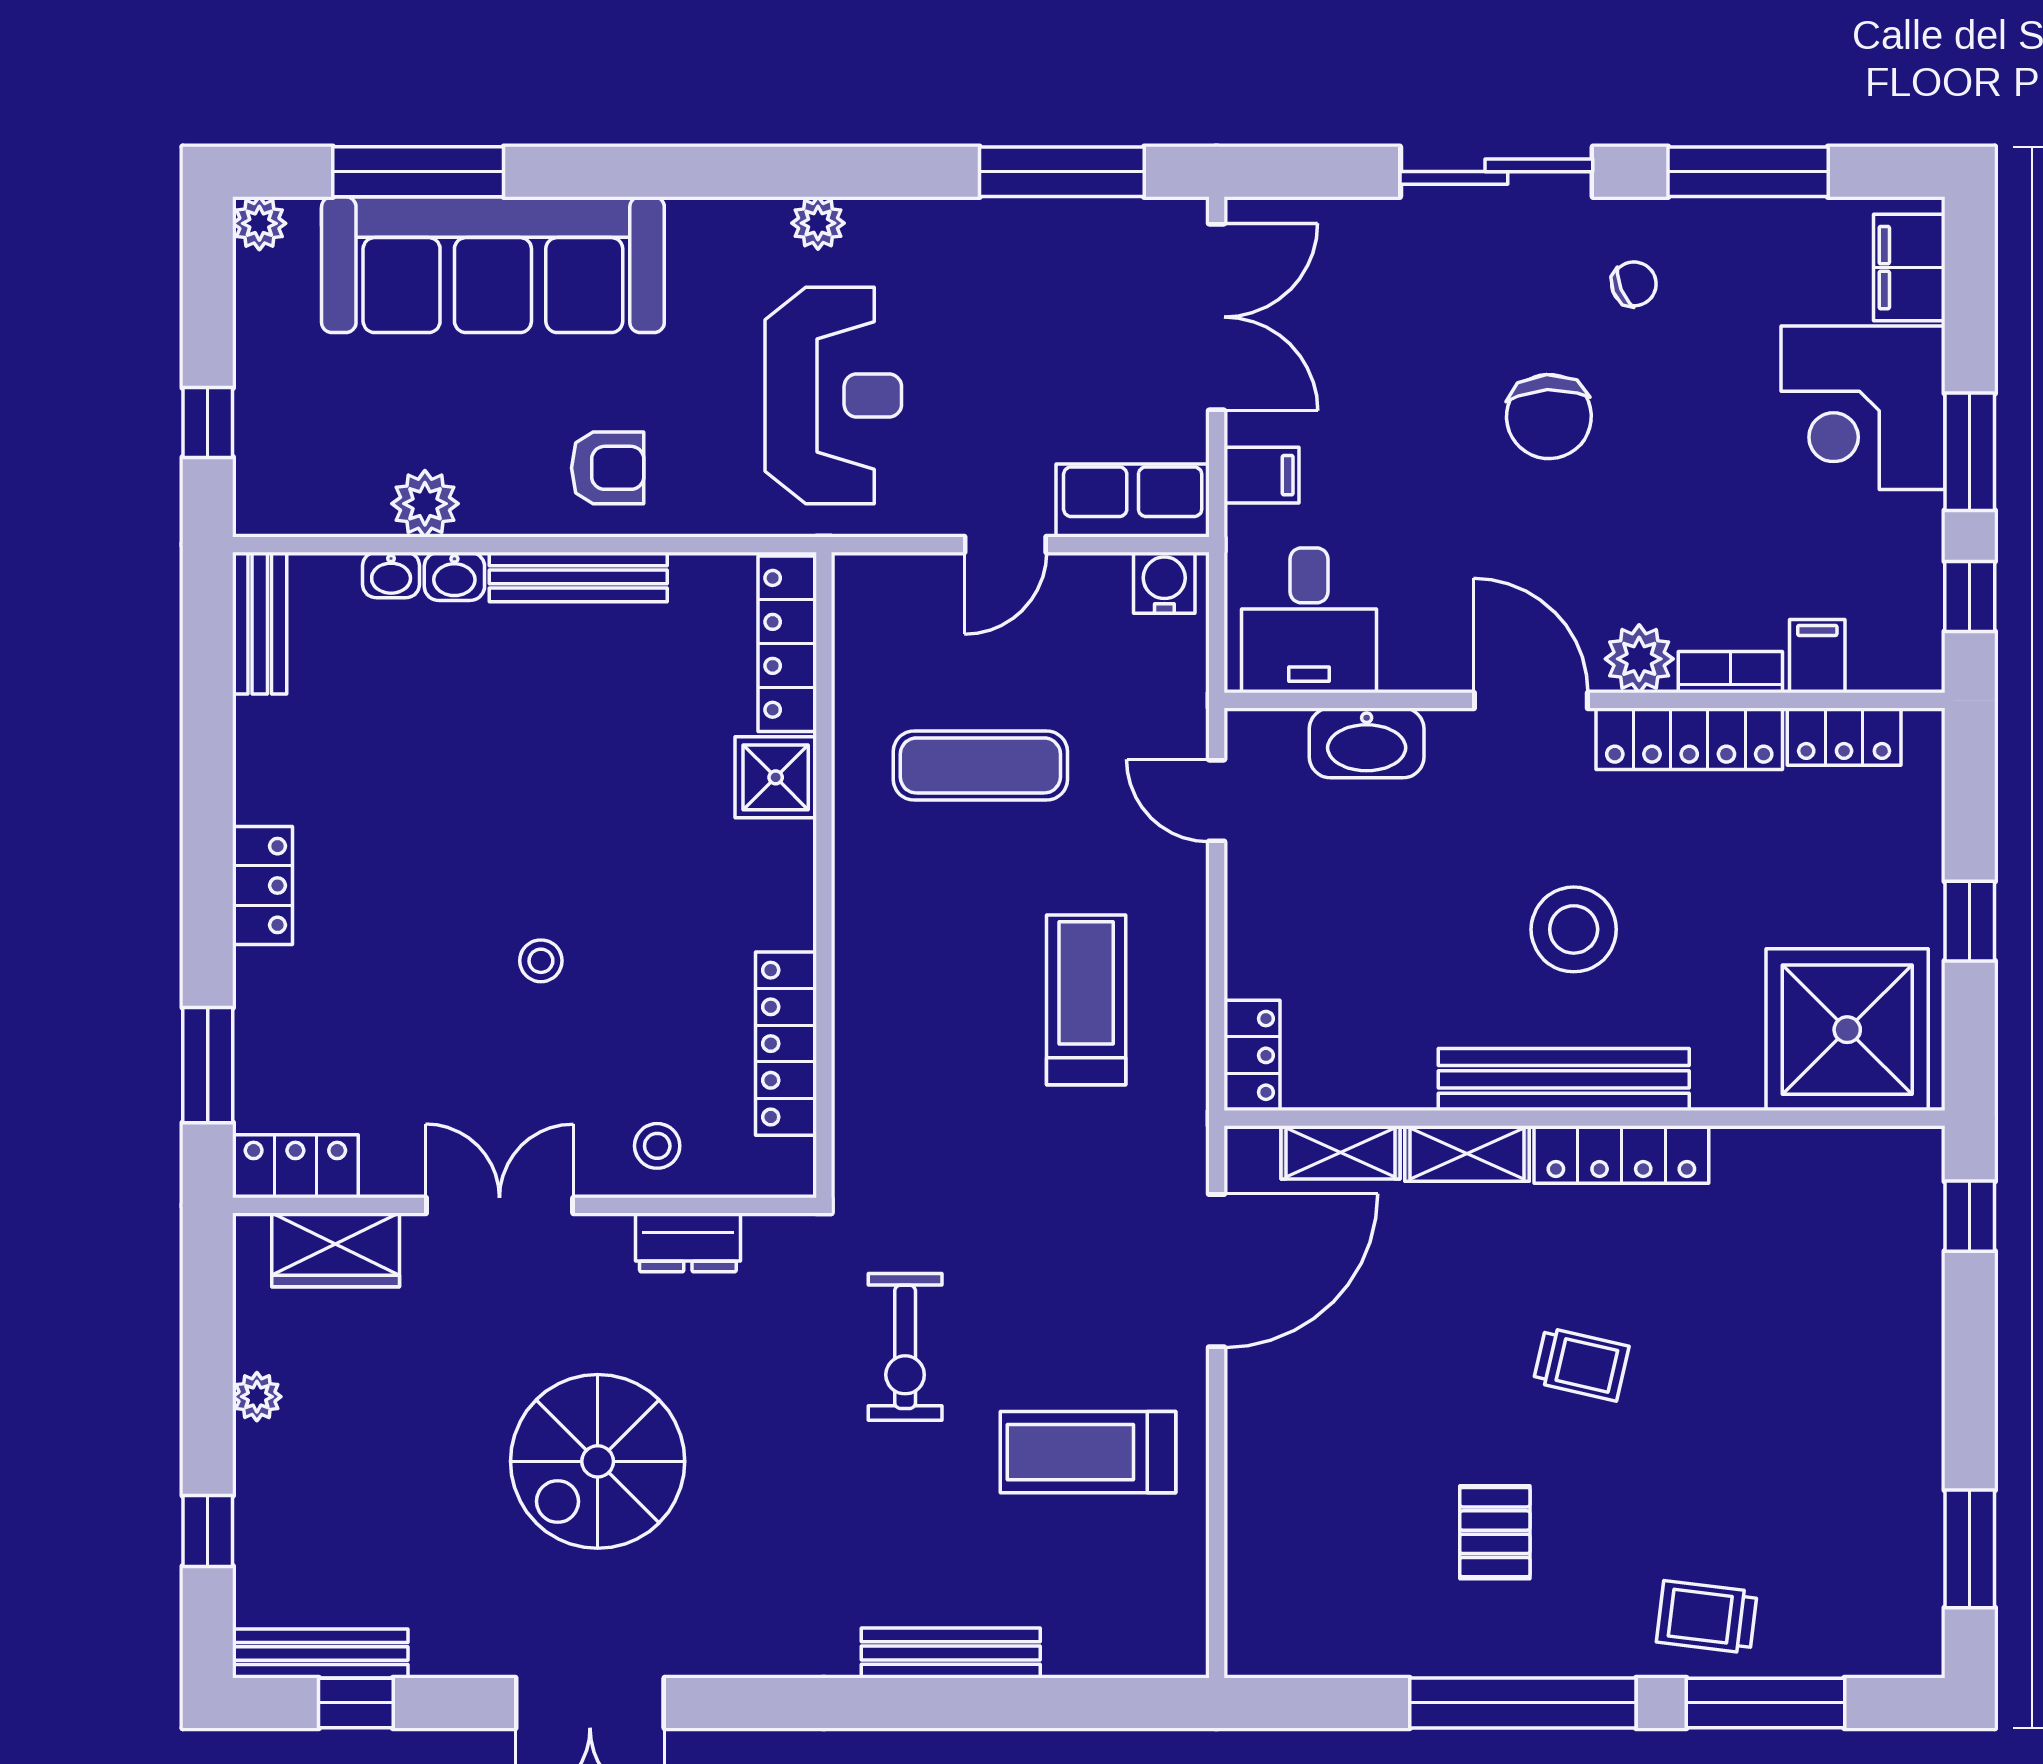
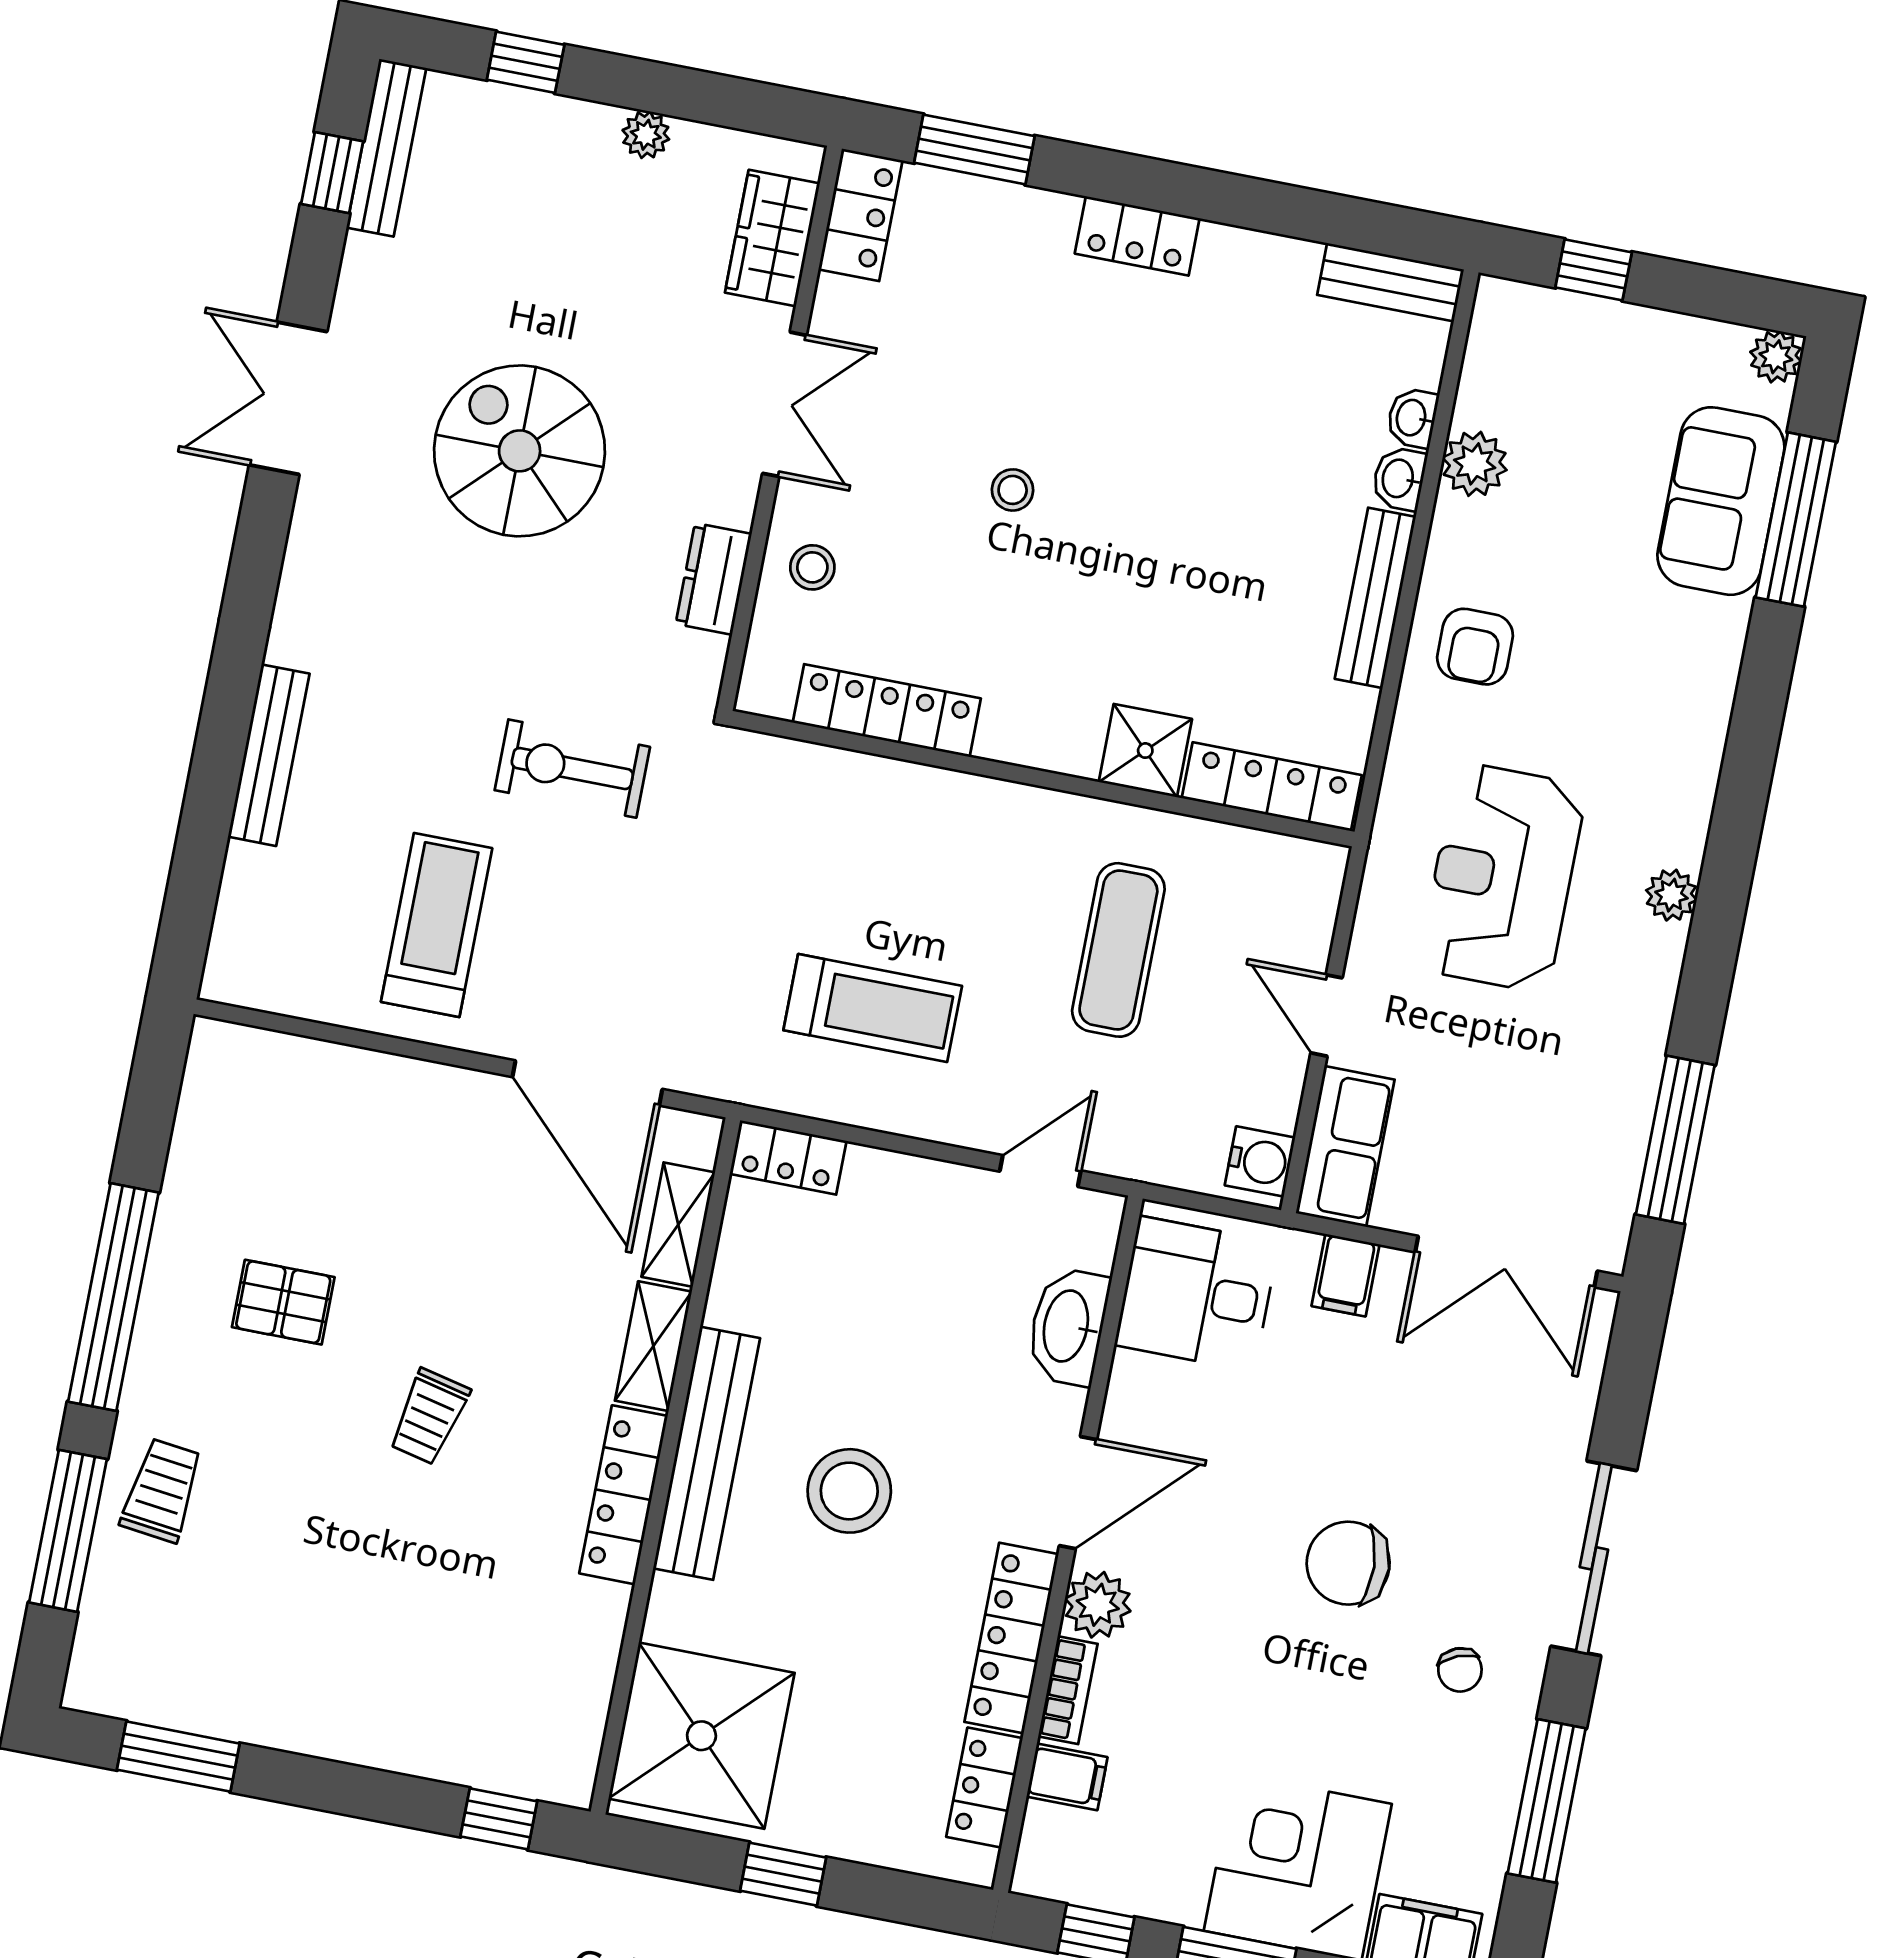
sofa: (493, 265) -> (1721, 501), width x0.54, depth x0.79
reception desk: (833, 395) -> (1502, 877), turned 90

